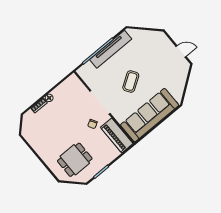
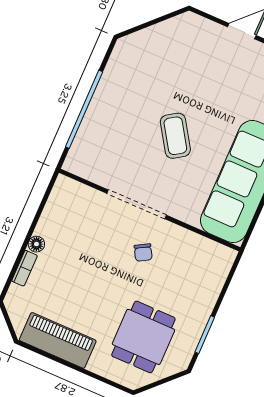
tv unit: (111, 49) -> (107, 94), removed
piano: (117, 135) -> (58, 340), moved, turned 180

